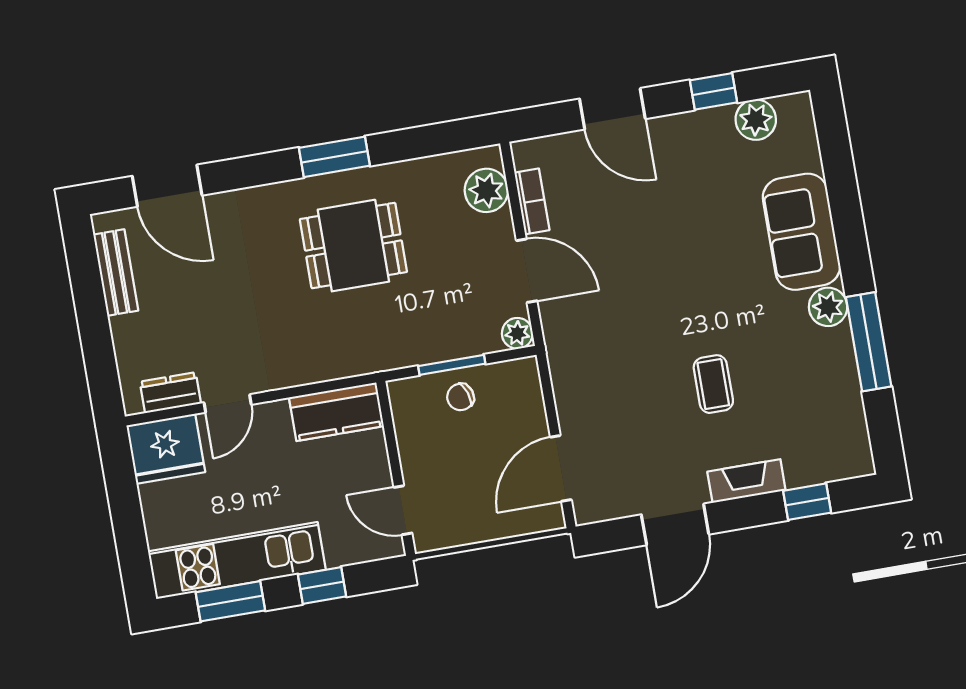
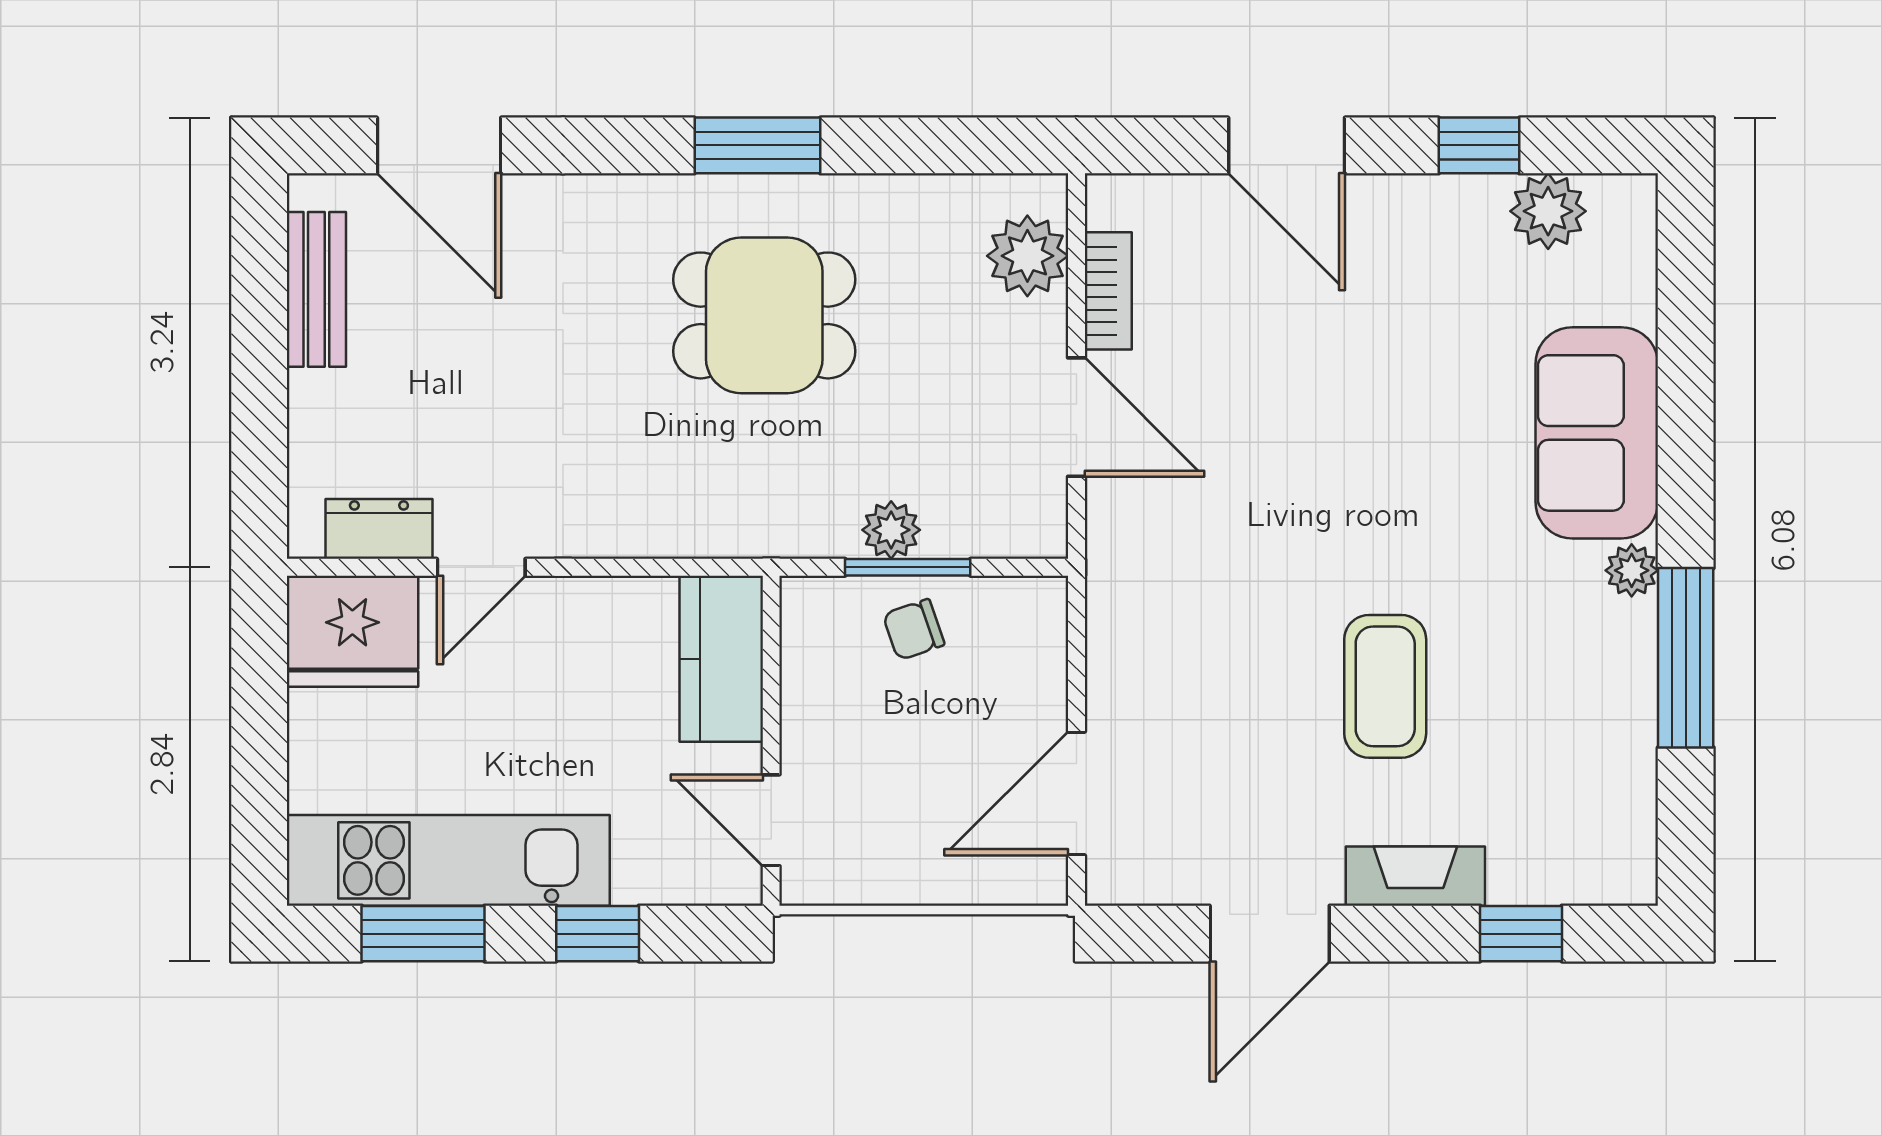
plant: (828, 307) -> (1632, 570), width x0.73, depth x0.73
plant: (517, 333) -> (891, 530), moved
coffee table: (713, 384) -> (1385, 686), width x1.36, depth x1.30
kitchen counter: (336, 412) -> (721, 659), moved, turned 90

